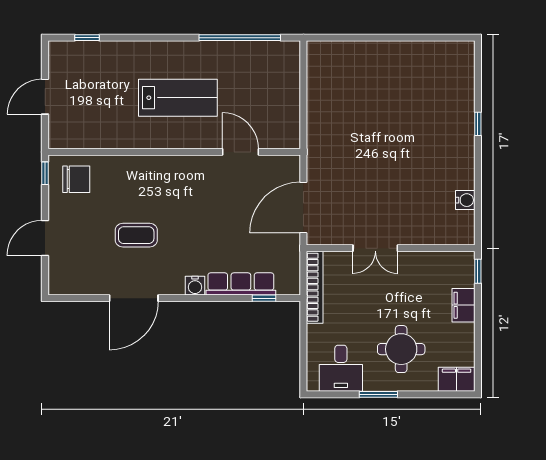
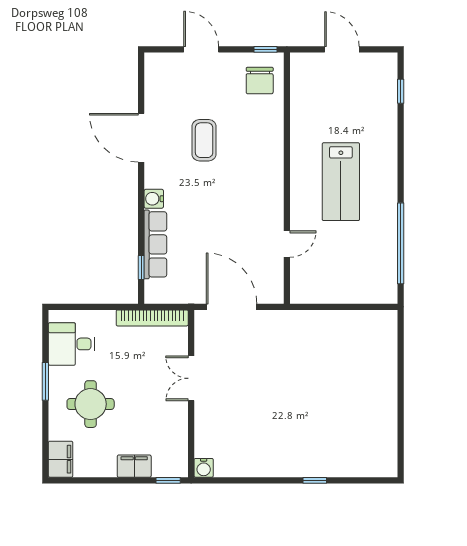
door: (241, 152) -> (287, 244), width x0.73
water cooler: (465, 200) -> (204, 468), moved

